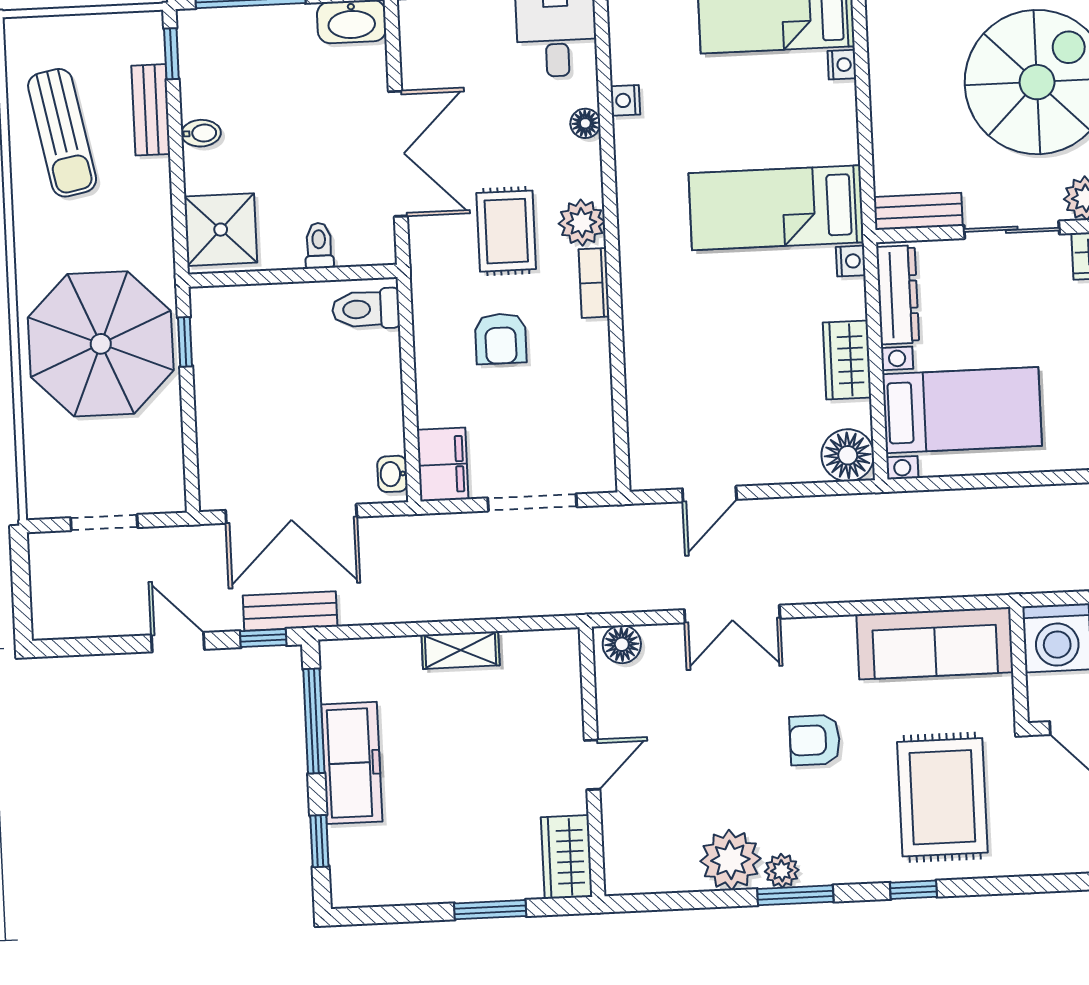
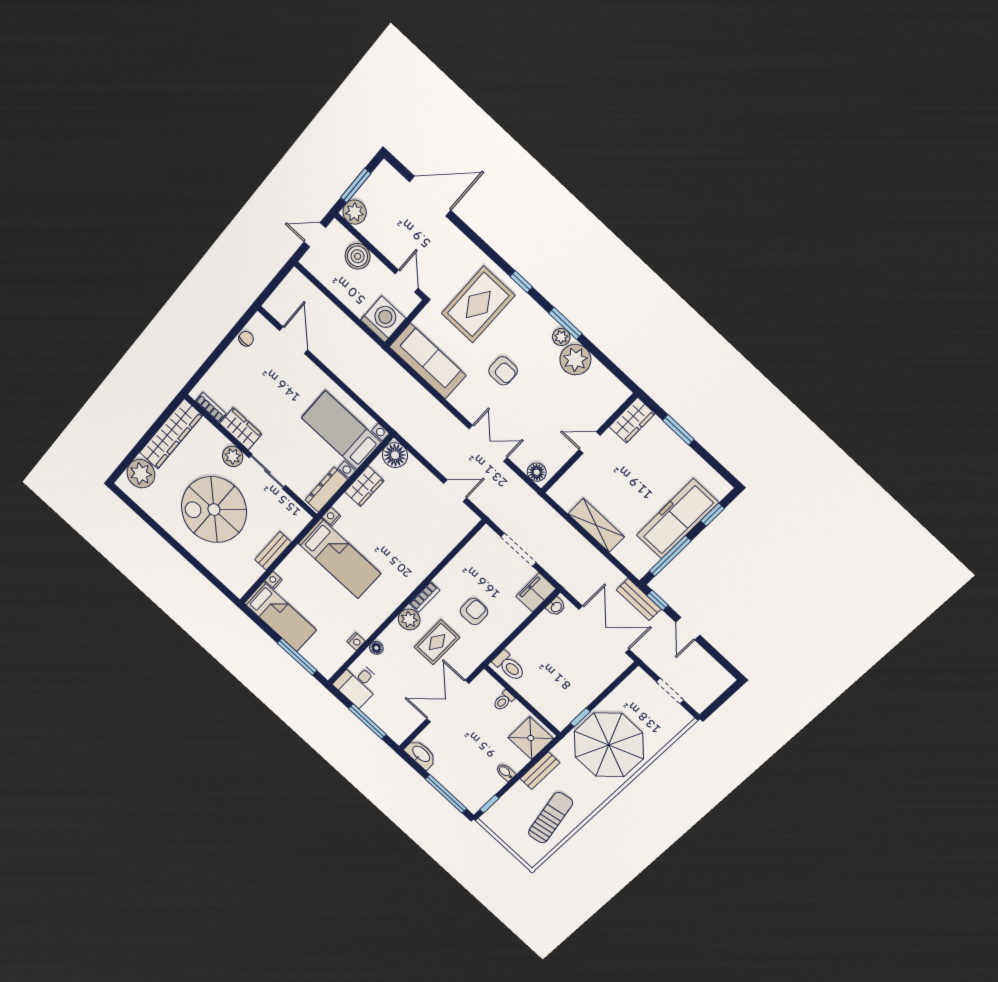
bench: (151, 110) -> (540, 771), moved
bench: (918, 211) -> (273, 551), moved, turned 90
shelving: (461, 650) -> (596, 525), width x1.50, depth x1.33
freezer: (352, 763) -> (677, 519), width x1.36, depth x1.26

